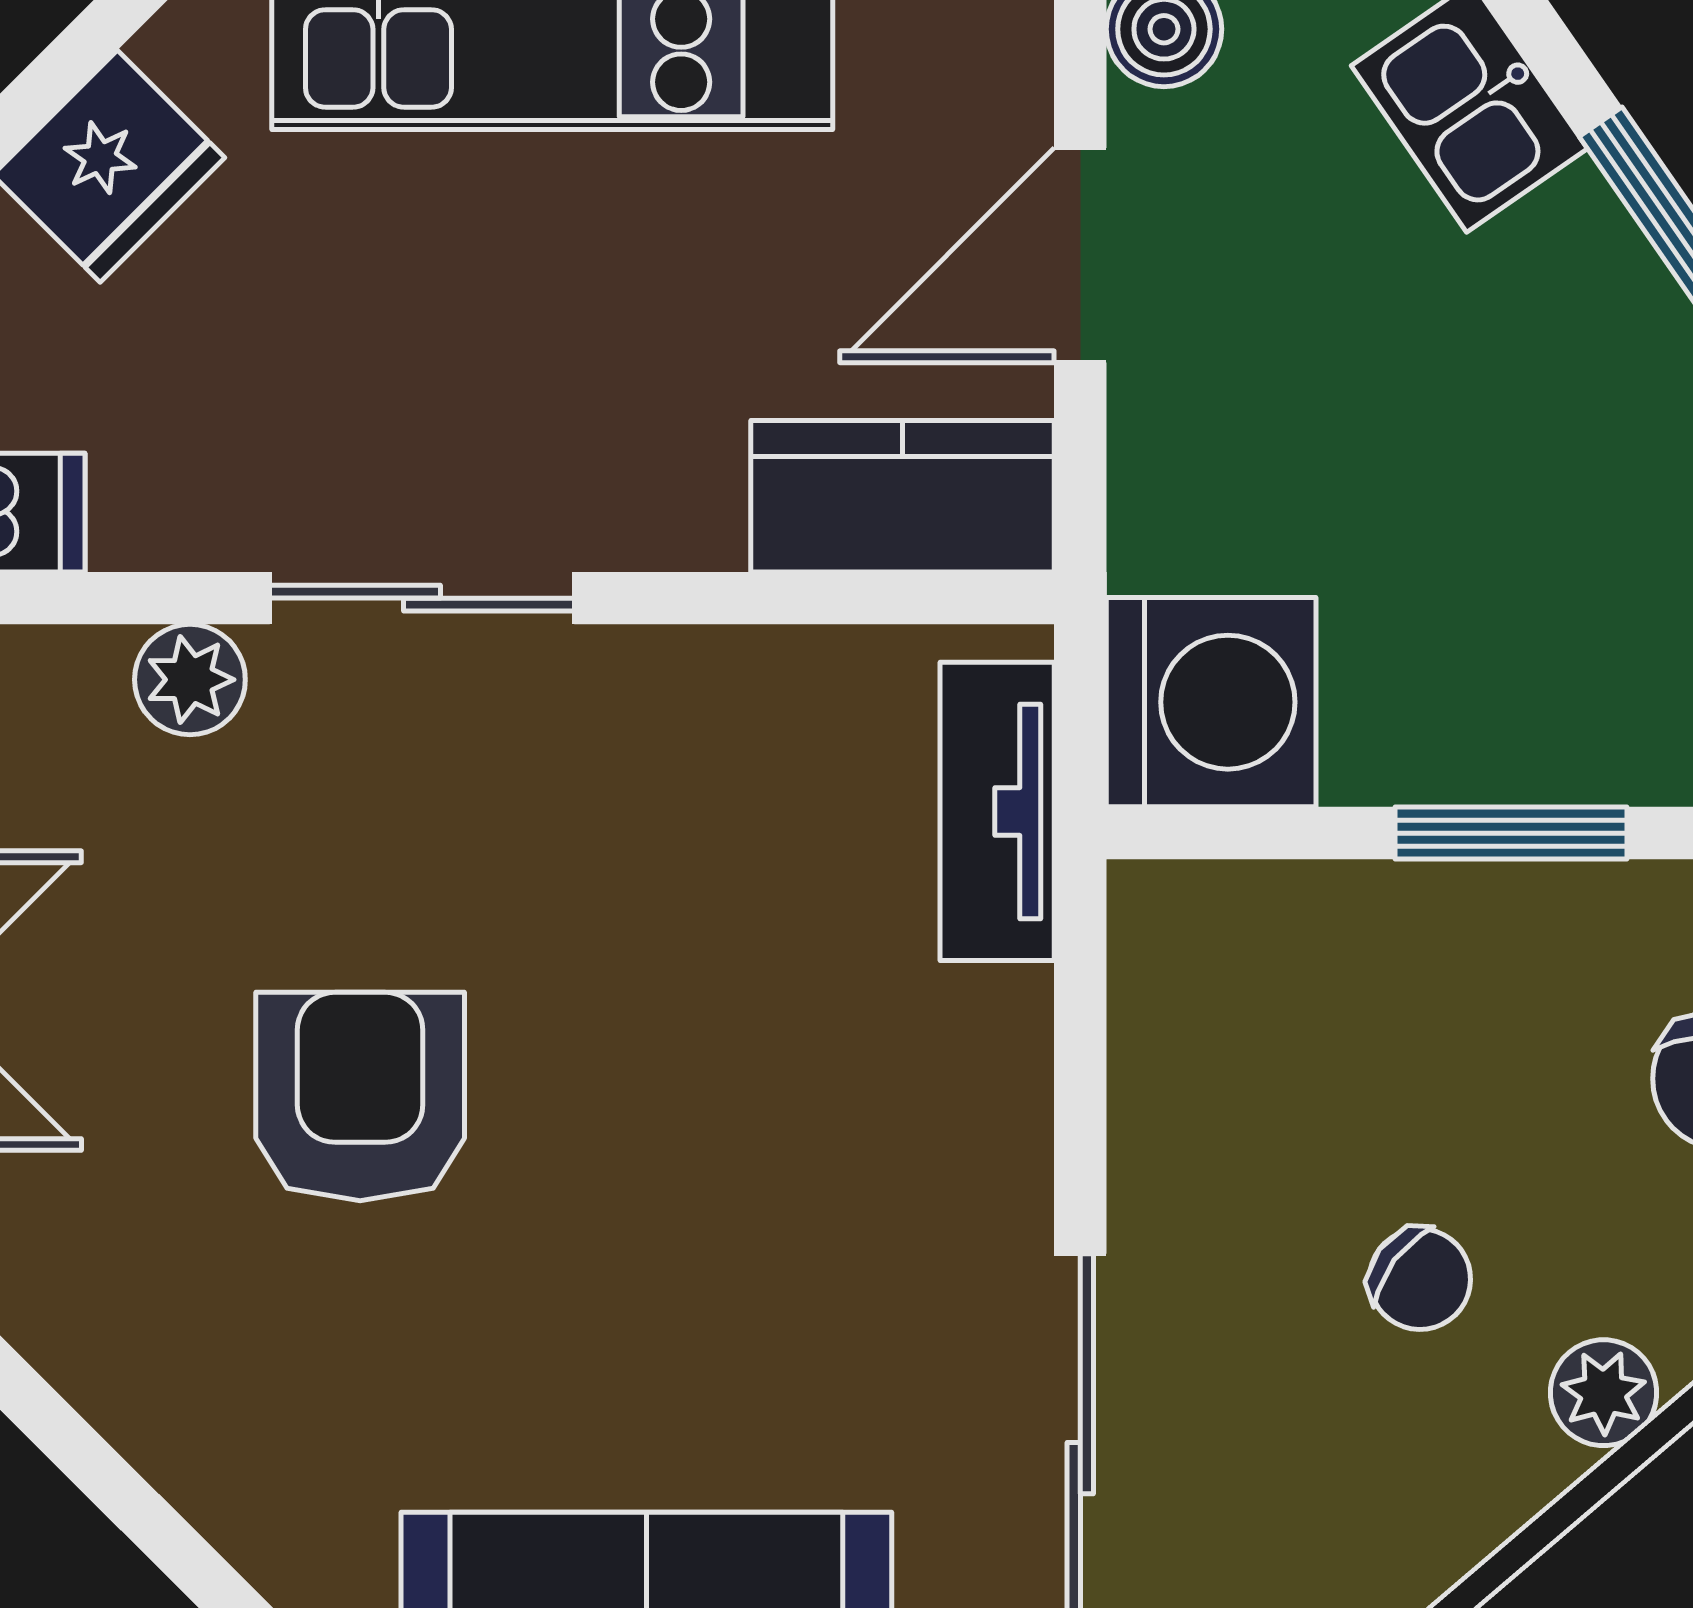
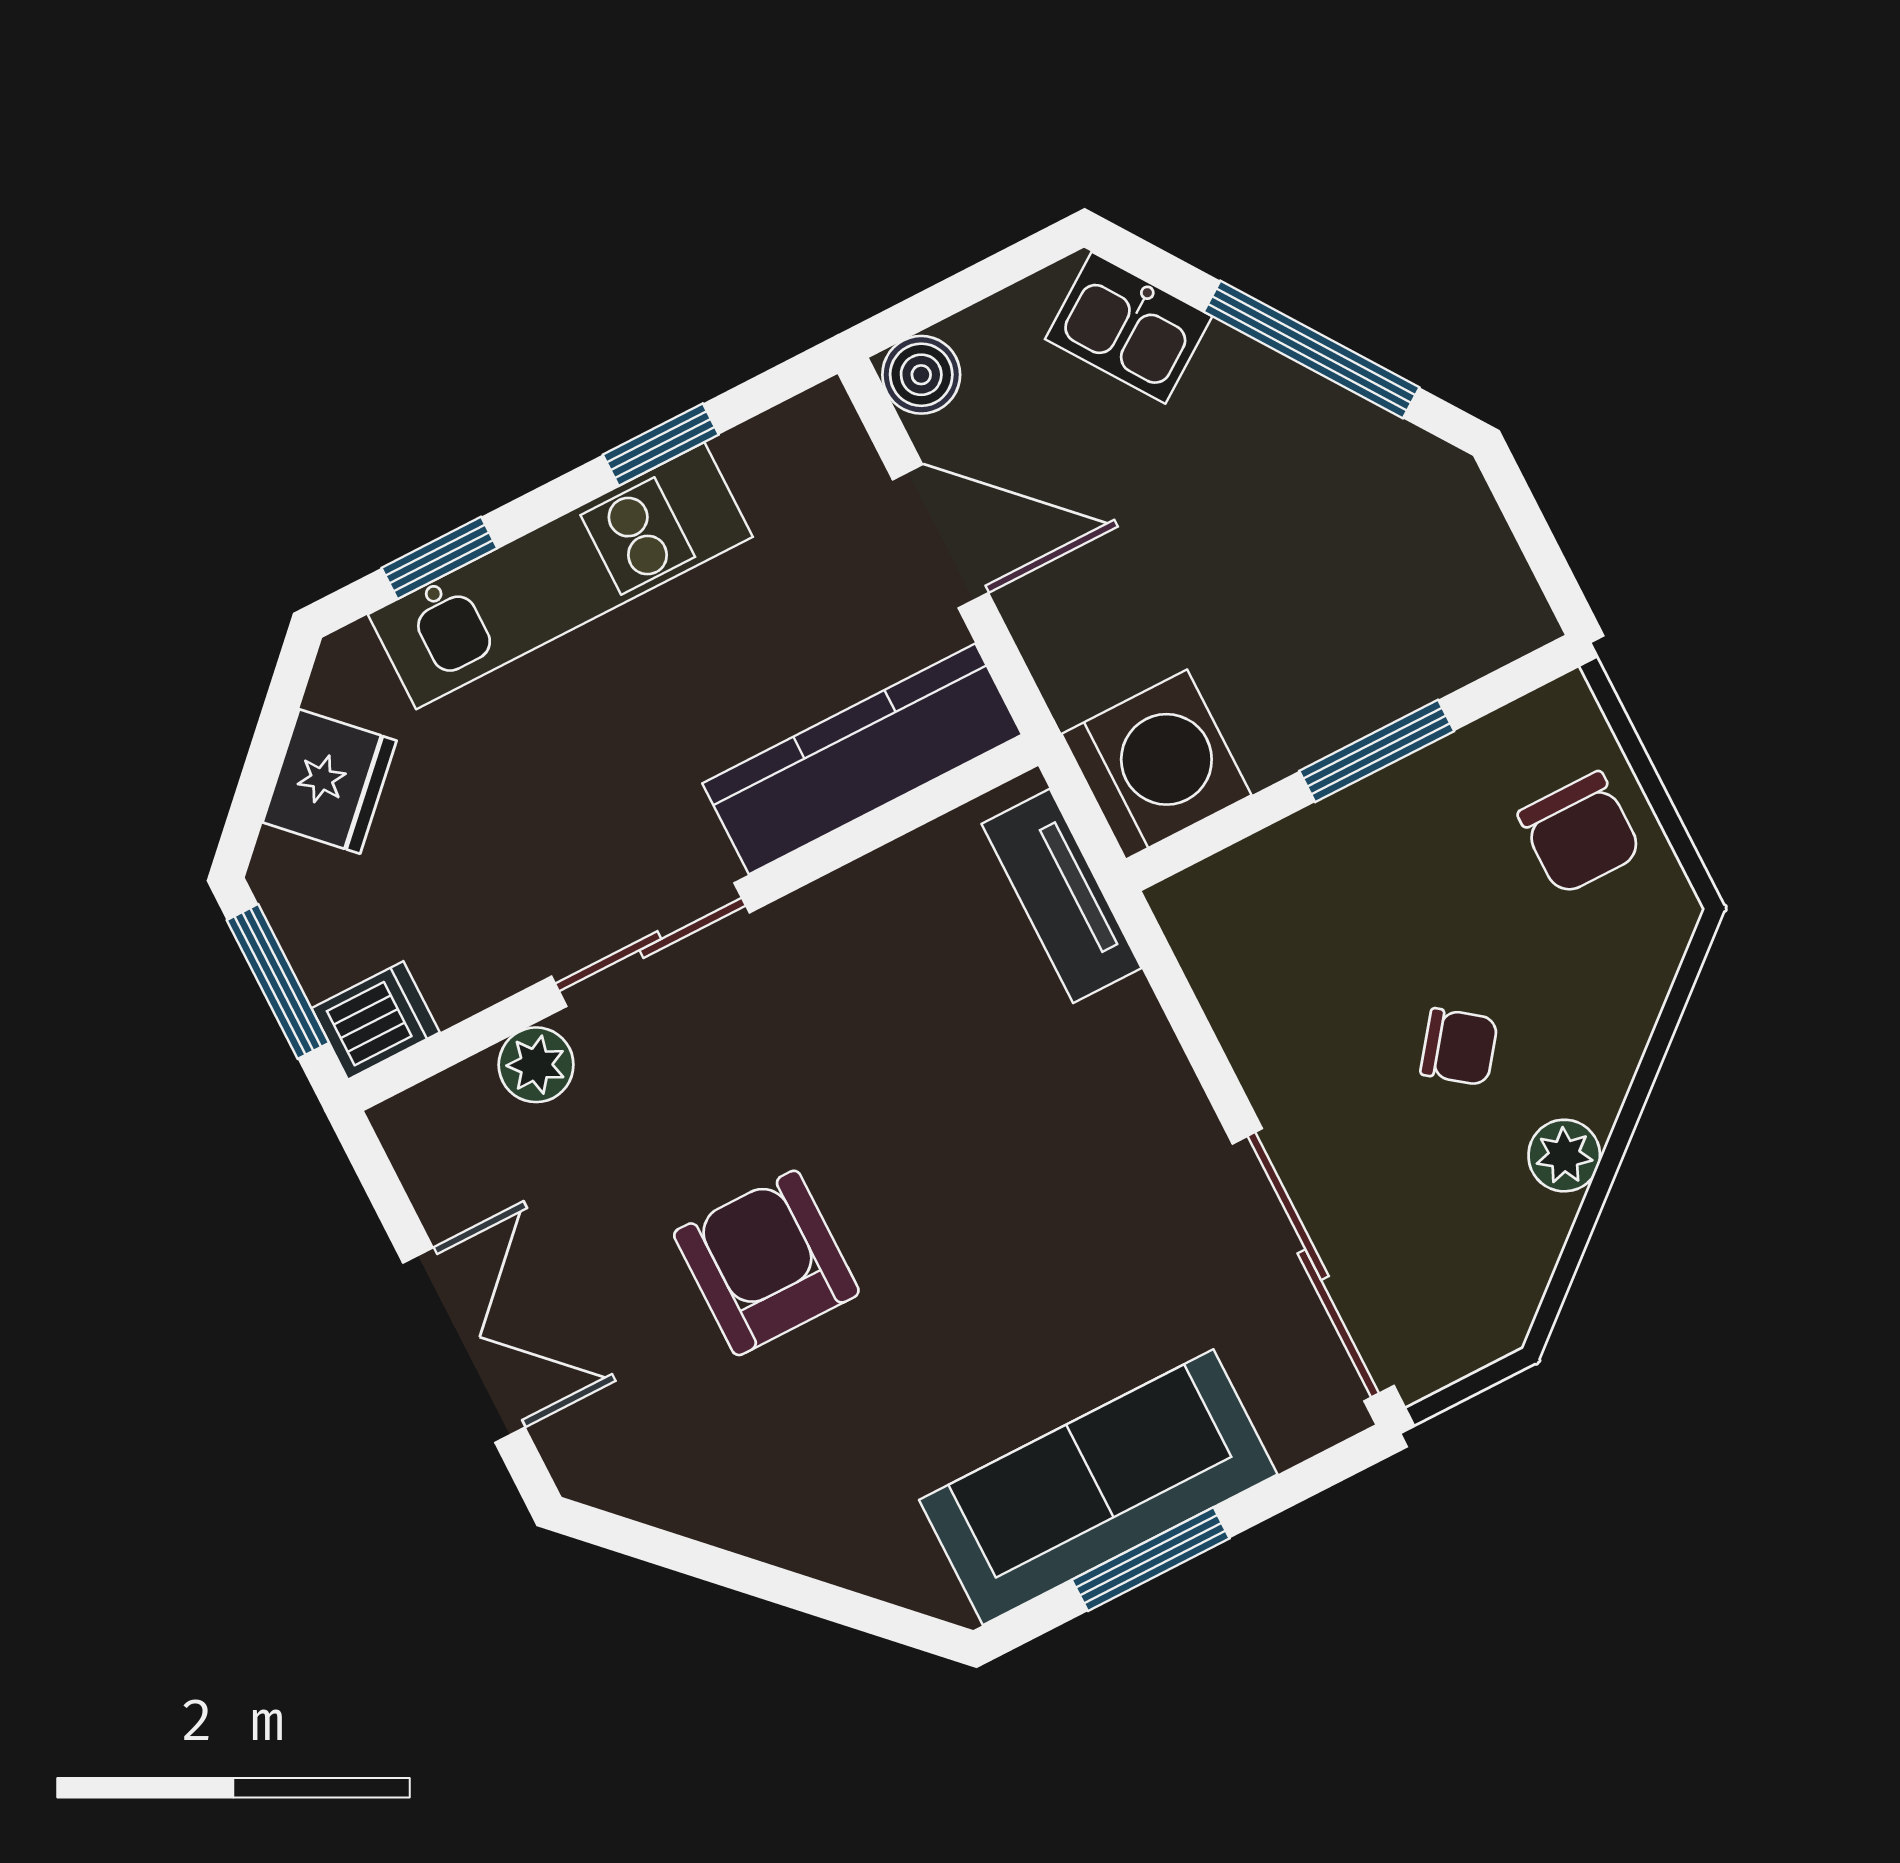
door: (1080, 255) -> (940, 536), swing flipped
kitchen counter: (902, 496) -> (862, 759), width x1.50
plant: (1604, 1393) -> (1564, 1156), moved

